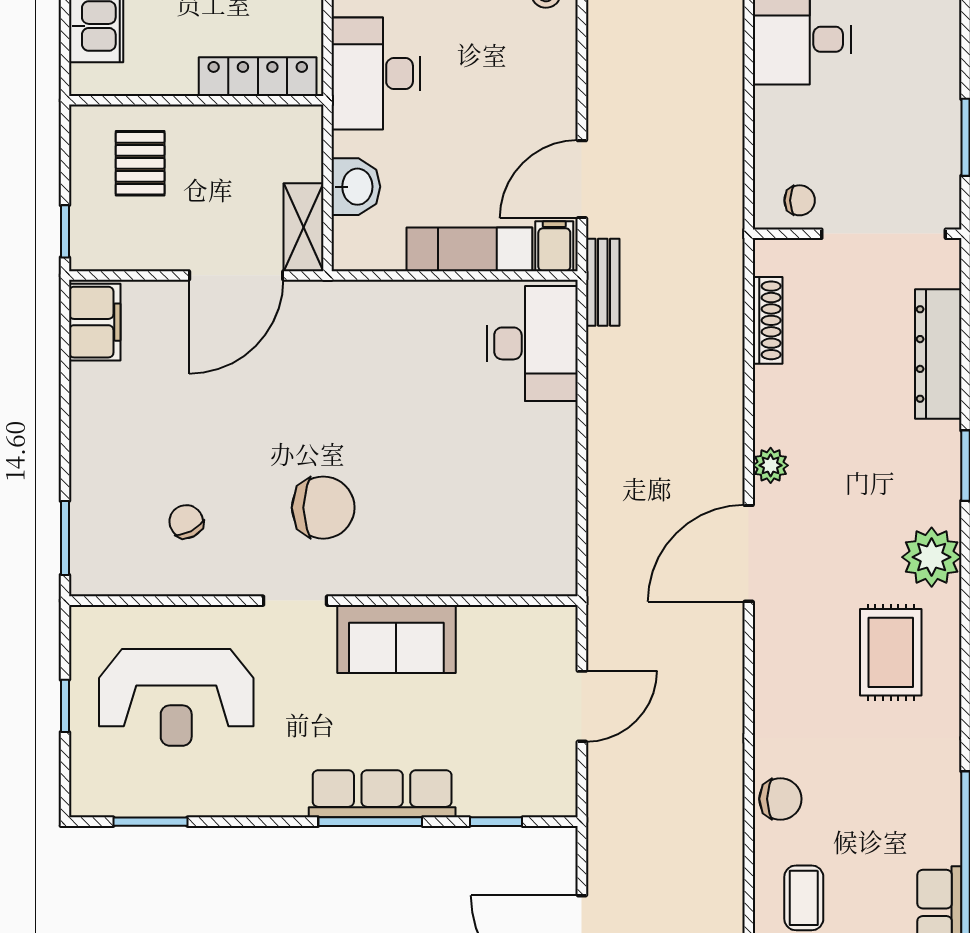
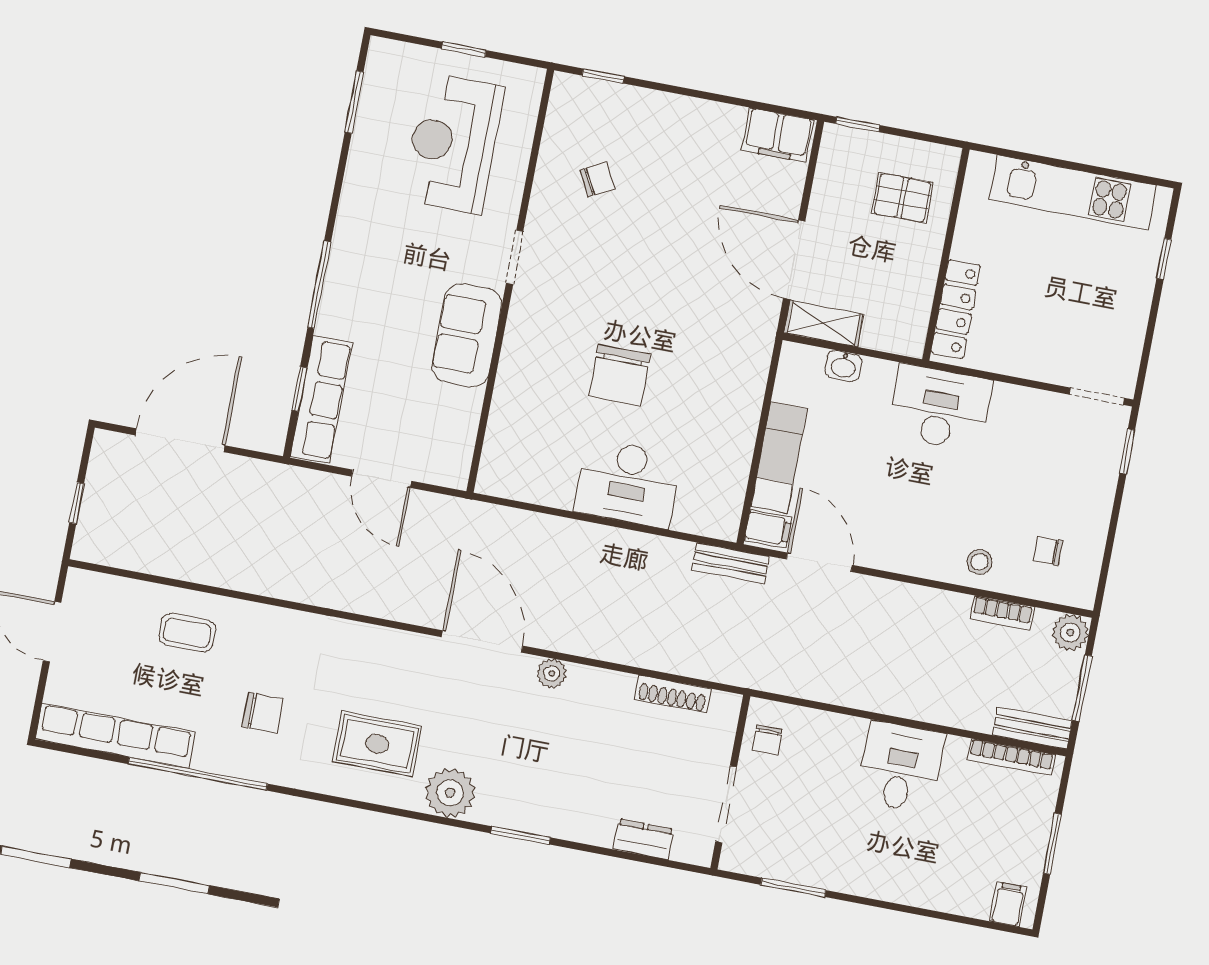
washbasin: (356, 187) -> (843, 366), width x0.72, depth x0.69
doorway: (884, 234) -> (726, 804), width x0.73
desk: (532, 343) -> (628, 483), moved
dresser: (938, 354) -> (643, 839), width x0.51, depth x0.80
chair: (323, 508) -> (619, 375), moved
window: (65, 538) -> (603, 76), width x0.67
row of seats: (382, 794) -> (321, 399), moved
chair: (780, 799) -> (263, 713), moved, turned -90

